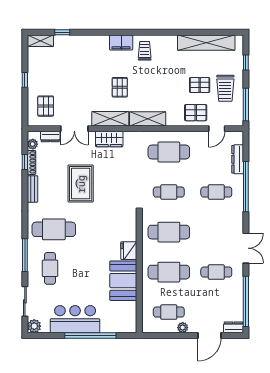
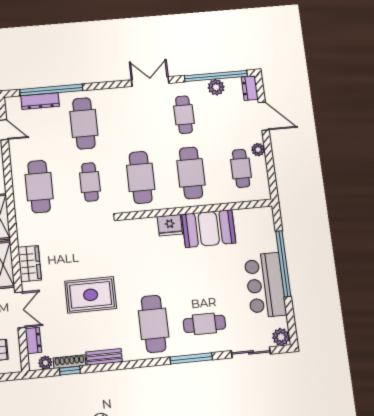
window: (246, 187) -> (51, 90), moved
cafe table: (216, 192) -> (84, 123), width x1.37, depth x1.35
plant: (237, 300) -> (216, 87), added

